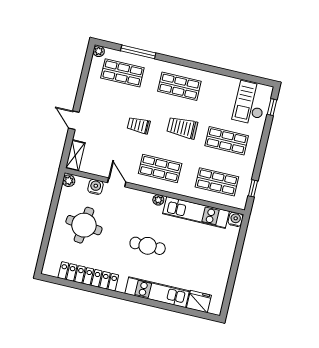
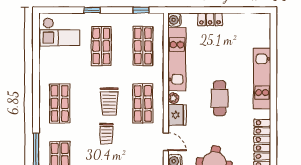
window: (272, 107) -> (92, 10), moved
trolley: (182, 128) -> (109, 102), moved
door: (117, 182) -> (166, 142), swing flipped
locker: (228, 255) -> (210, 19), added
fridge: (199, 302) -> (177, 115), moved, turned 180

